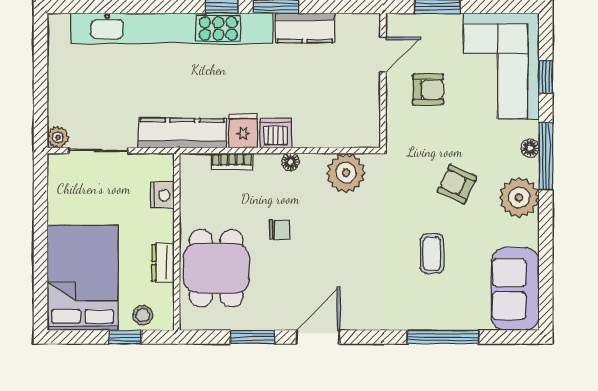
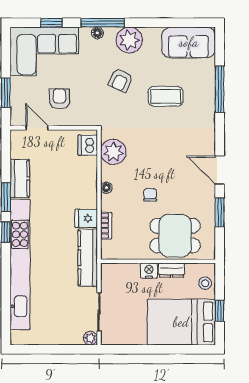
dishwasher: (275, 133) -> (88, 145), moved
nightstand: (162, 195) -> (149, 271), moved
coffee table: (432, 254) -> (166, 96), width x1.36, depth x1.30
window: (125, 337) -> (220, 311), moved

